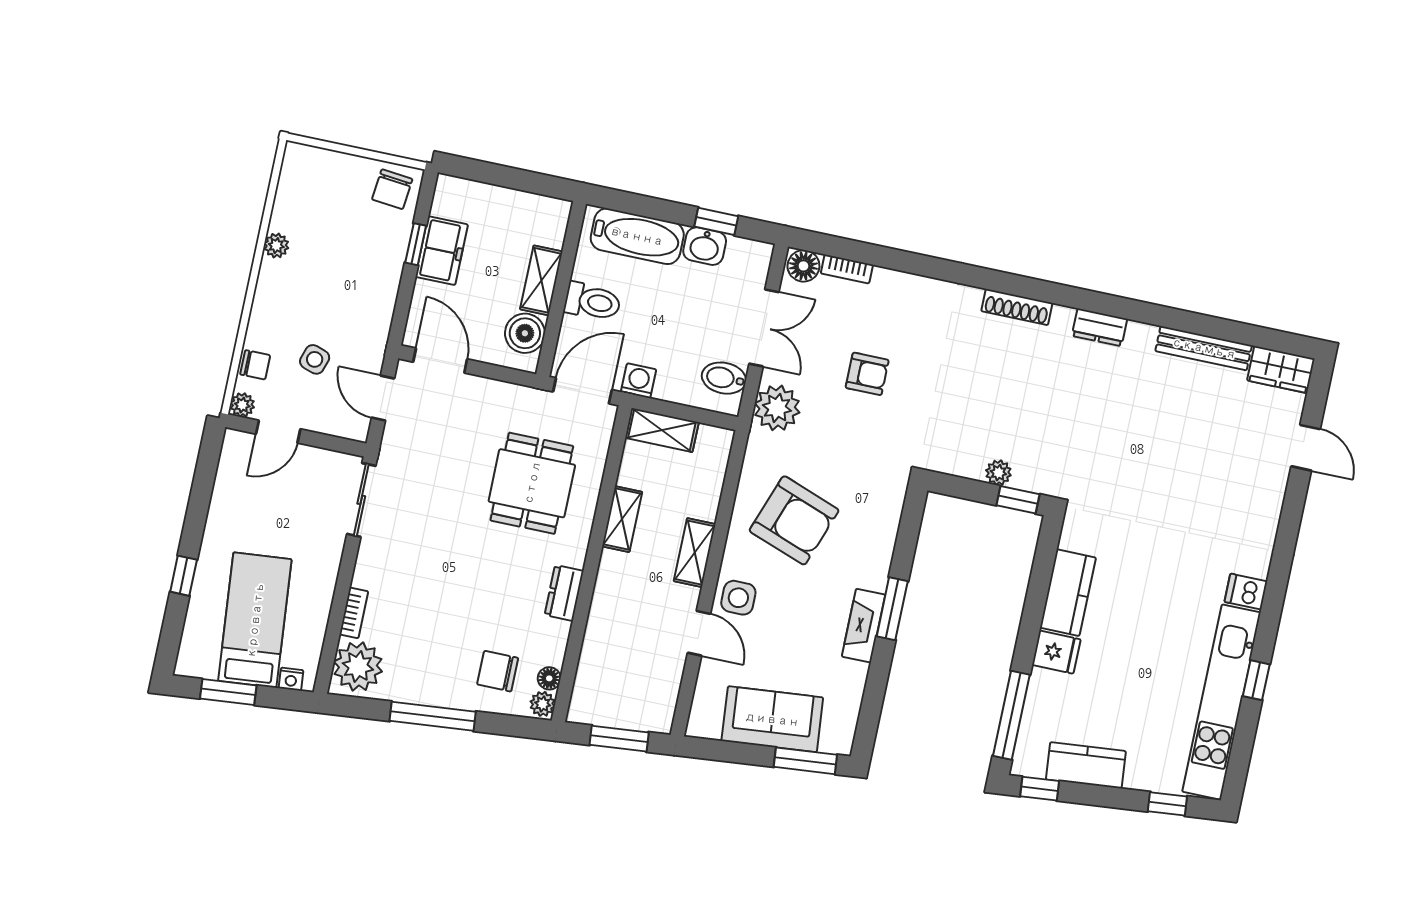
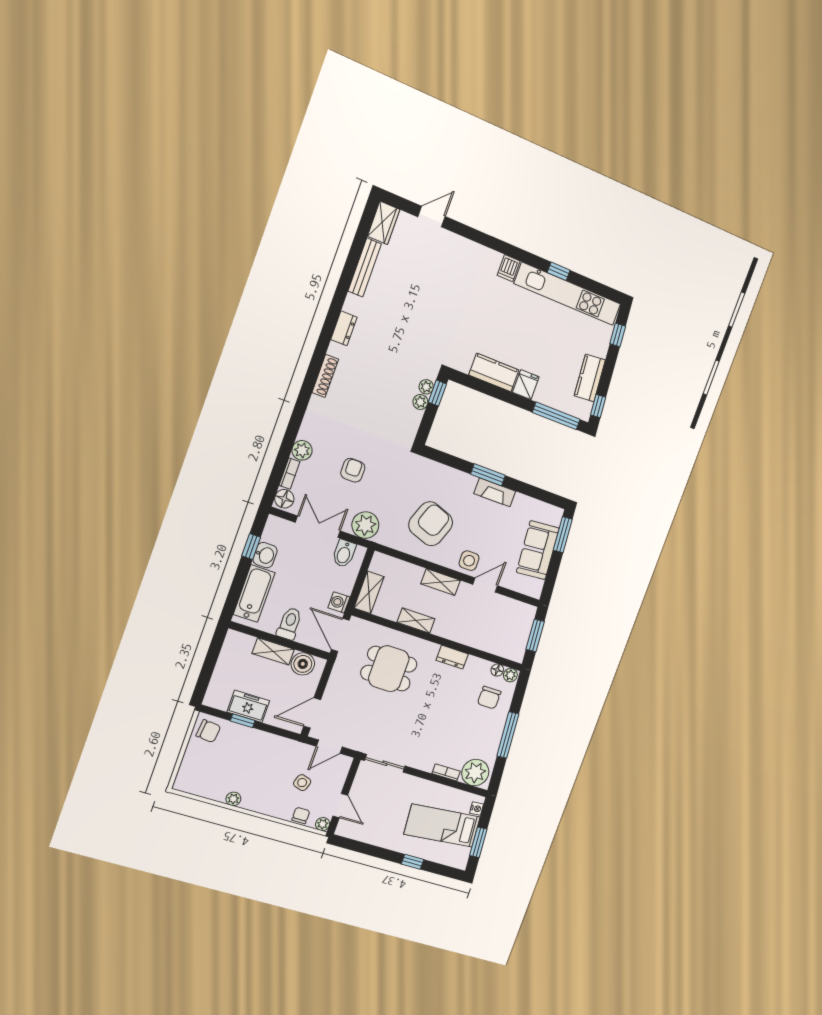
plant: (888, 285) -> (302, 450), added
plant: (1025, 479) -> (426, 387), added

